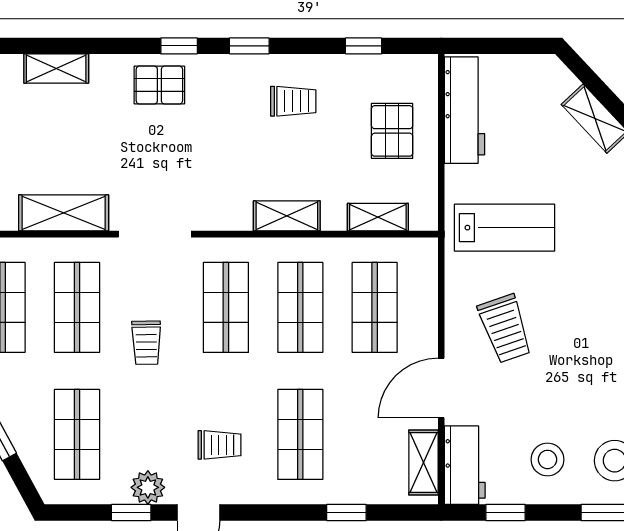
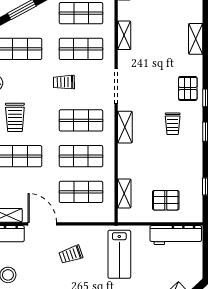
trolley: (293, 101) -> (173, 124), moved
shelving: (64, 213) -> (124, 35), width x0.67, depth x0.75
shelving: (287, 216) -> (125, 127), moved
trolley: (505, 329) -> (71, 255), width x0.73, depth x0.72
trolley: (219, 445) -> (15, 117), width x1.36, depth x1.39

